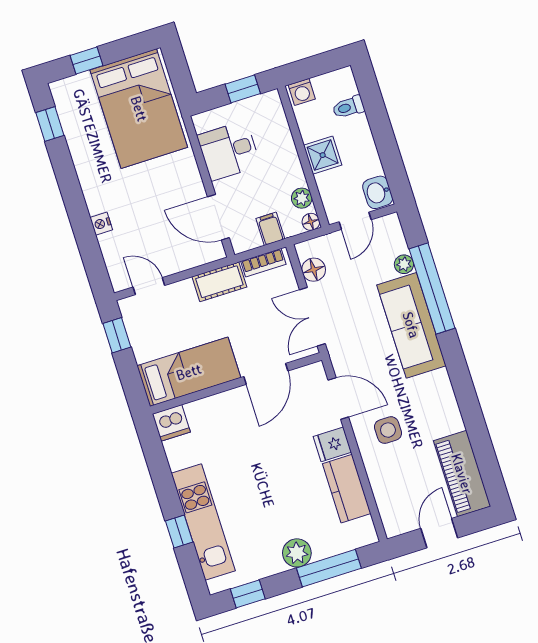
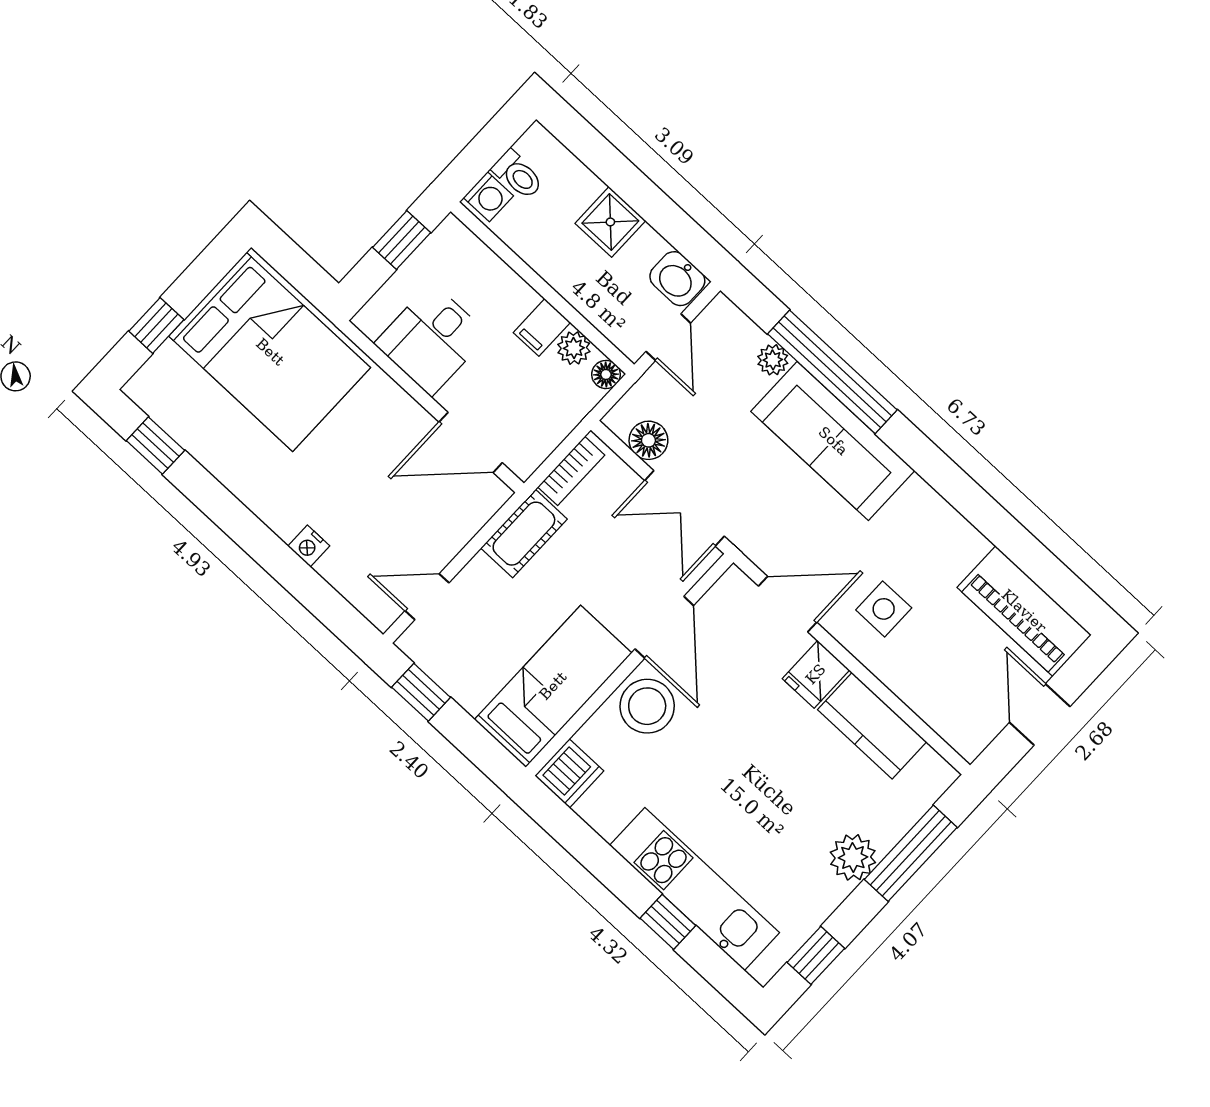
toilet: (348, 107) -> (518, 175), moved, turned -90
shower: (323, 155) -> (610, 222), moved
filing cabinet: (270, 229) -> (542, 327), moved, turned -90
stool: (233, 411) -> (647, 706), added

